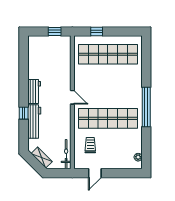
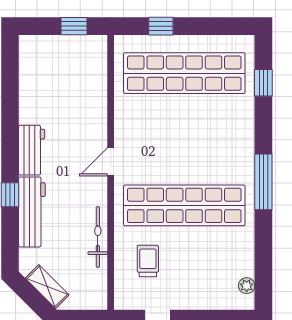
window: (146, 59) -> (263, 83), added
door: (72, 97) -> (111, 162), swing flipped
window: (146, 107) -> (263, 182), width x0.68
bicycle: (66, 154) -> (98, 237), moved

